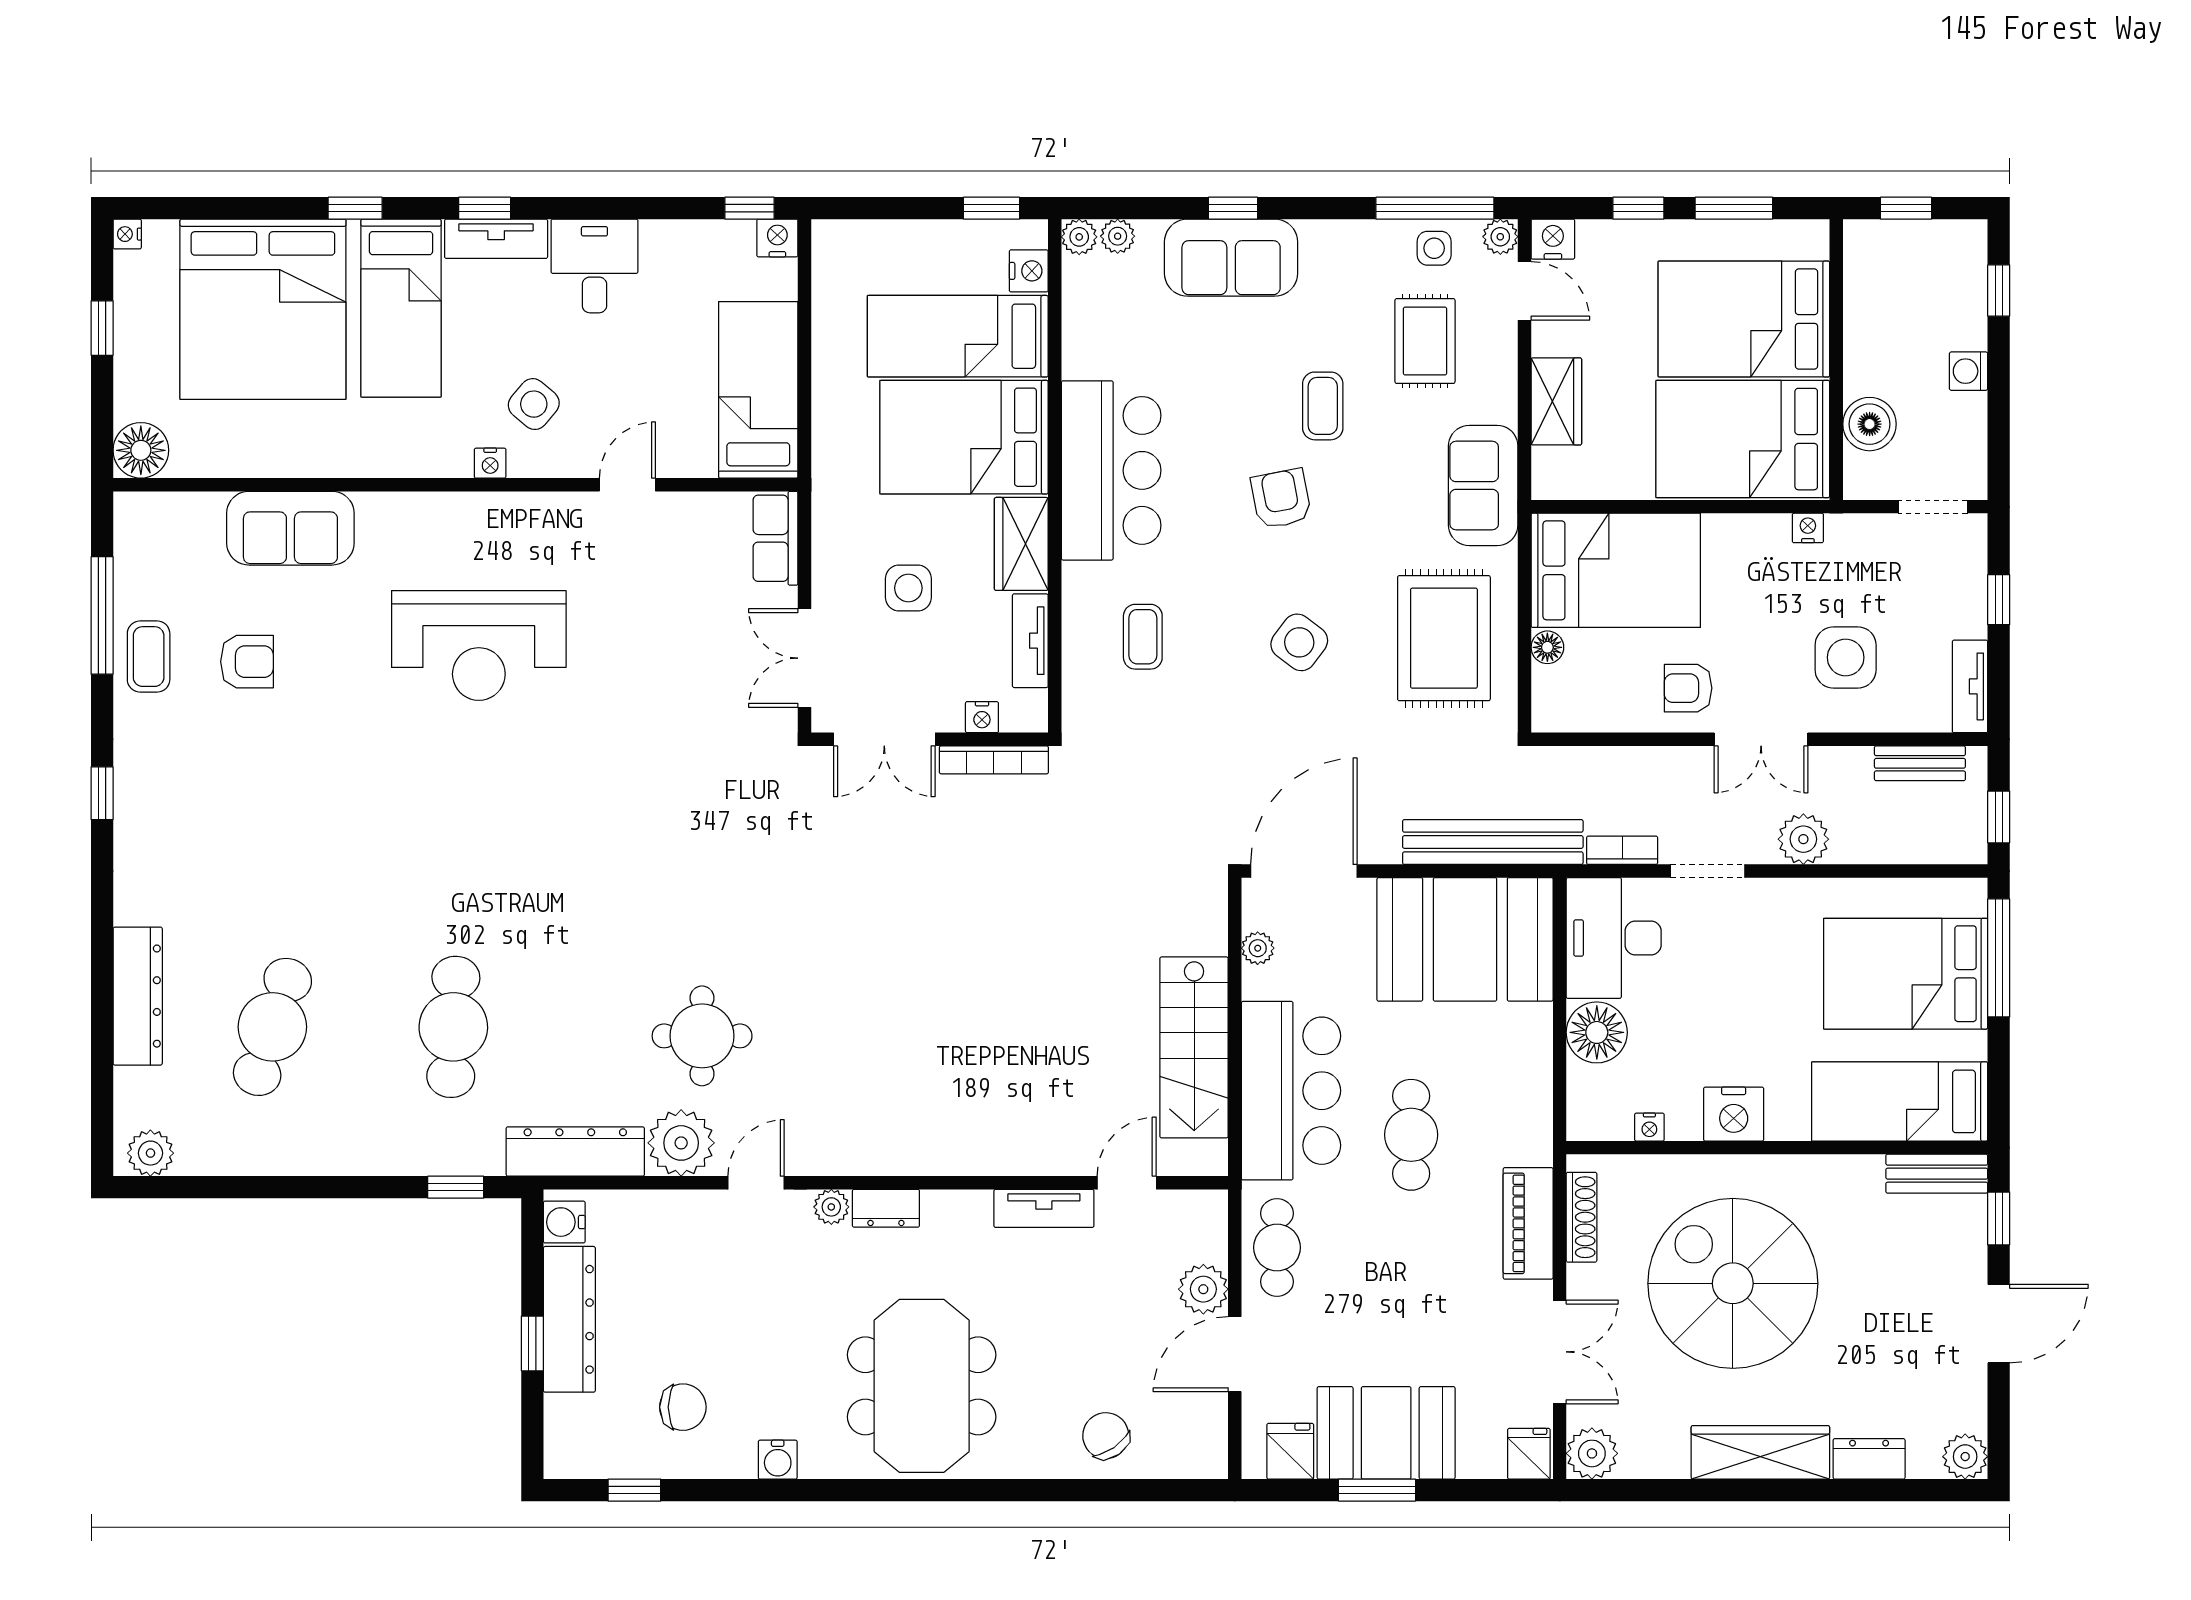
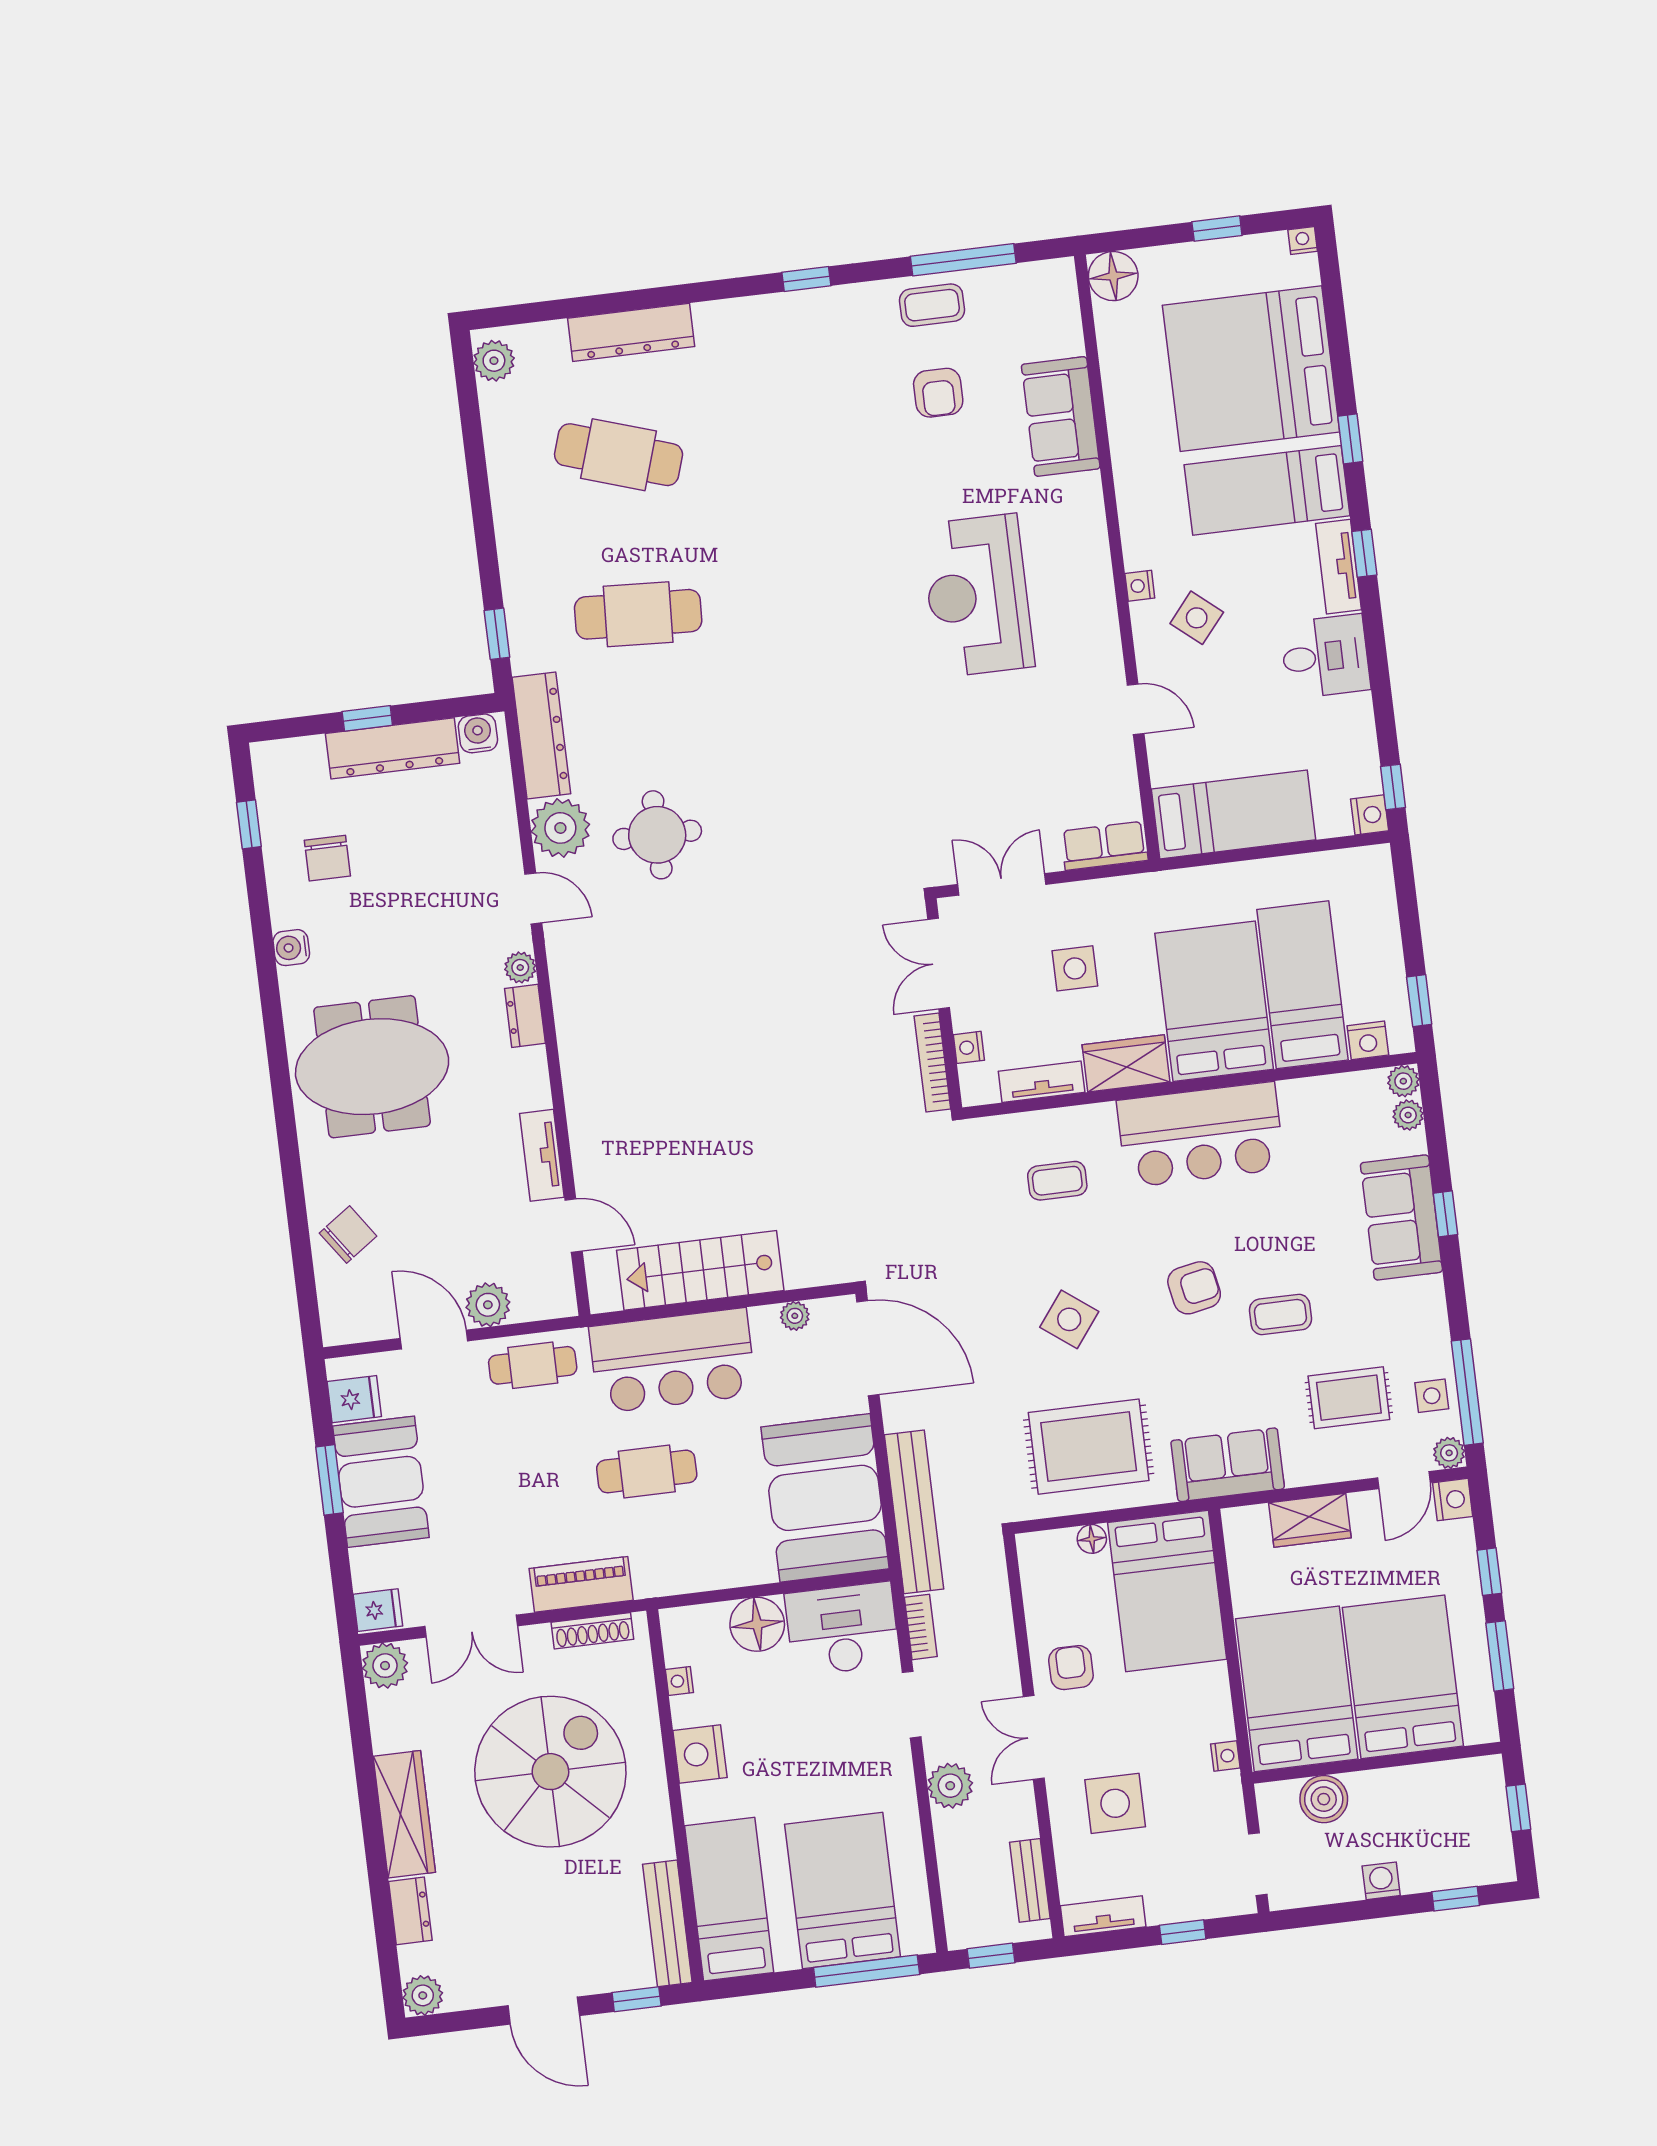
bench: (1937, 1174) -> (667, 1923), width x1.36

